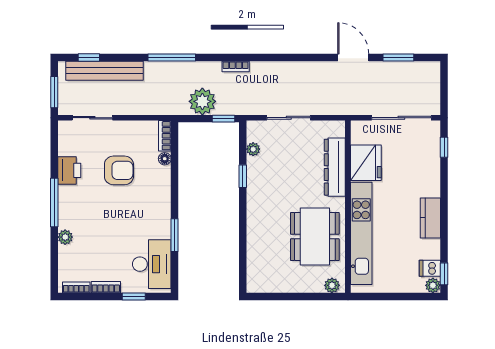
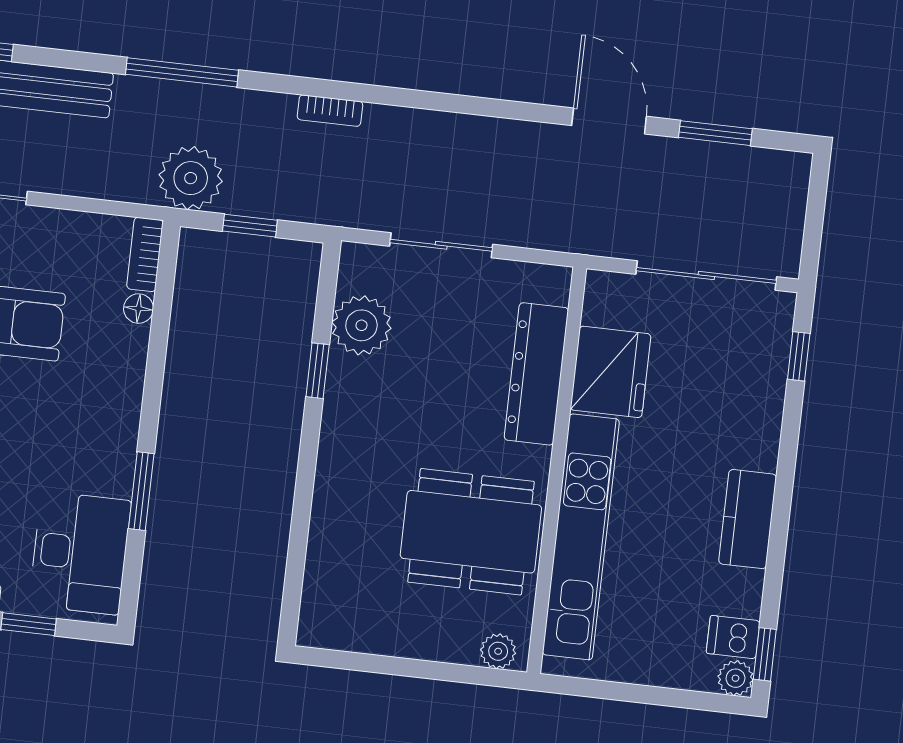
plant: (202, 101) -> (191, 178), moved
window: (223, 119) -> (250, 226), moved
plant: (253, 149) -> (361, 325), width x1.88, depth x1.88
dining table: (315, 237) -> (471, 532), turned 90

